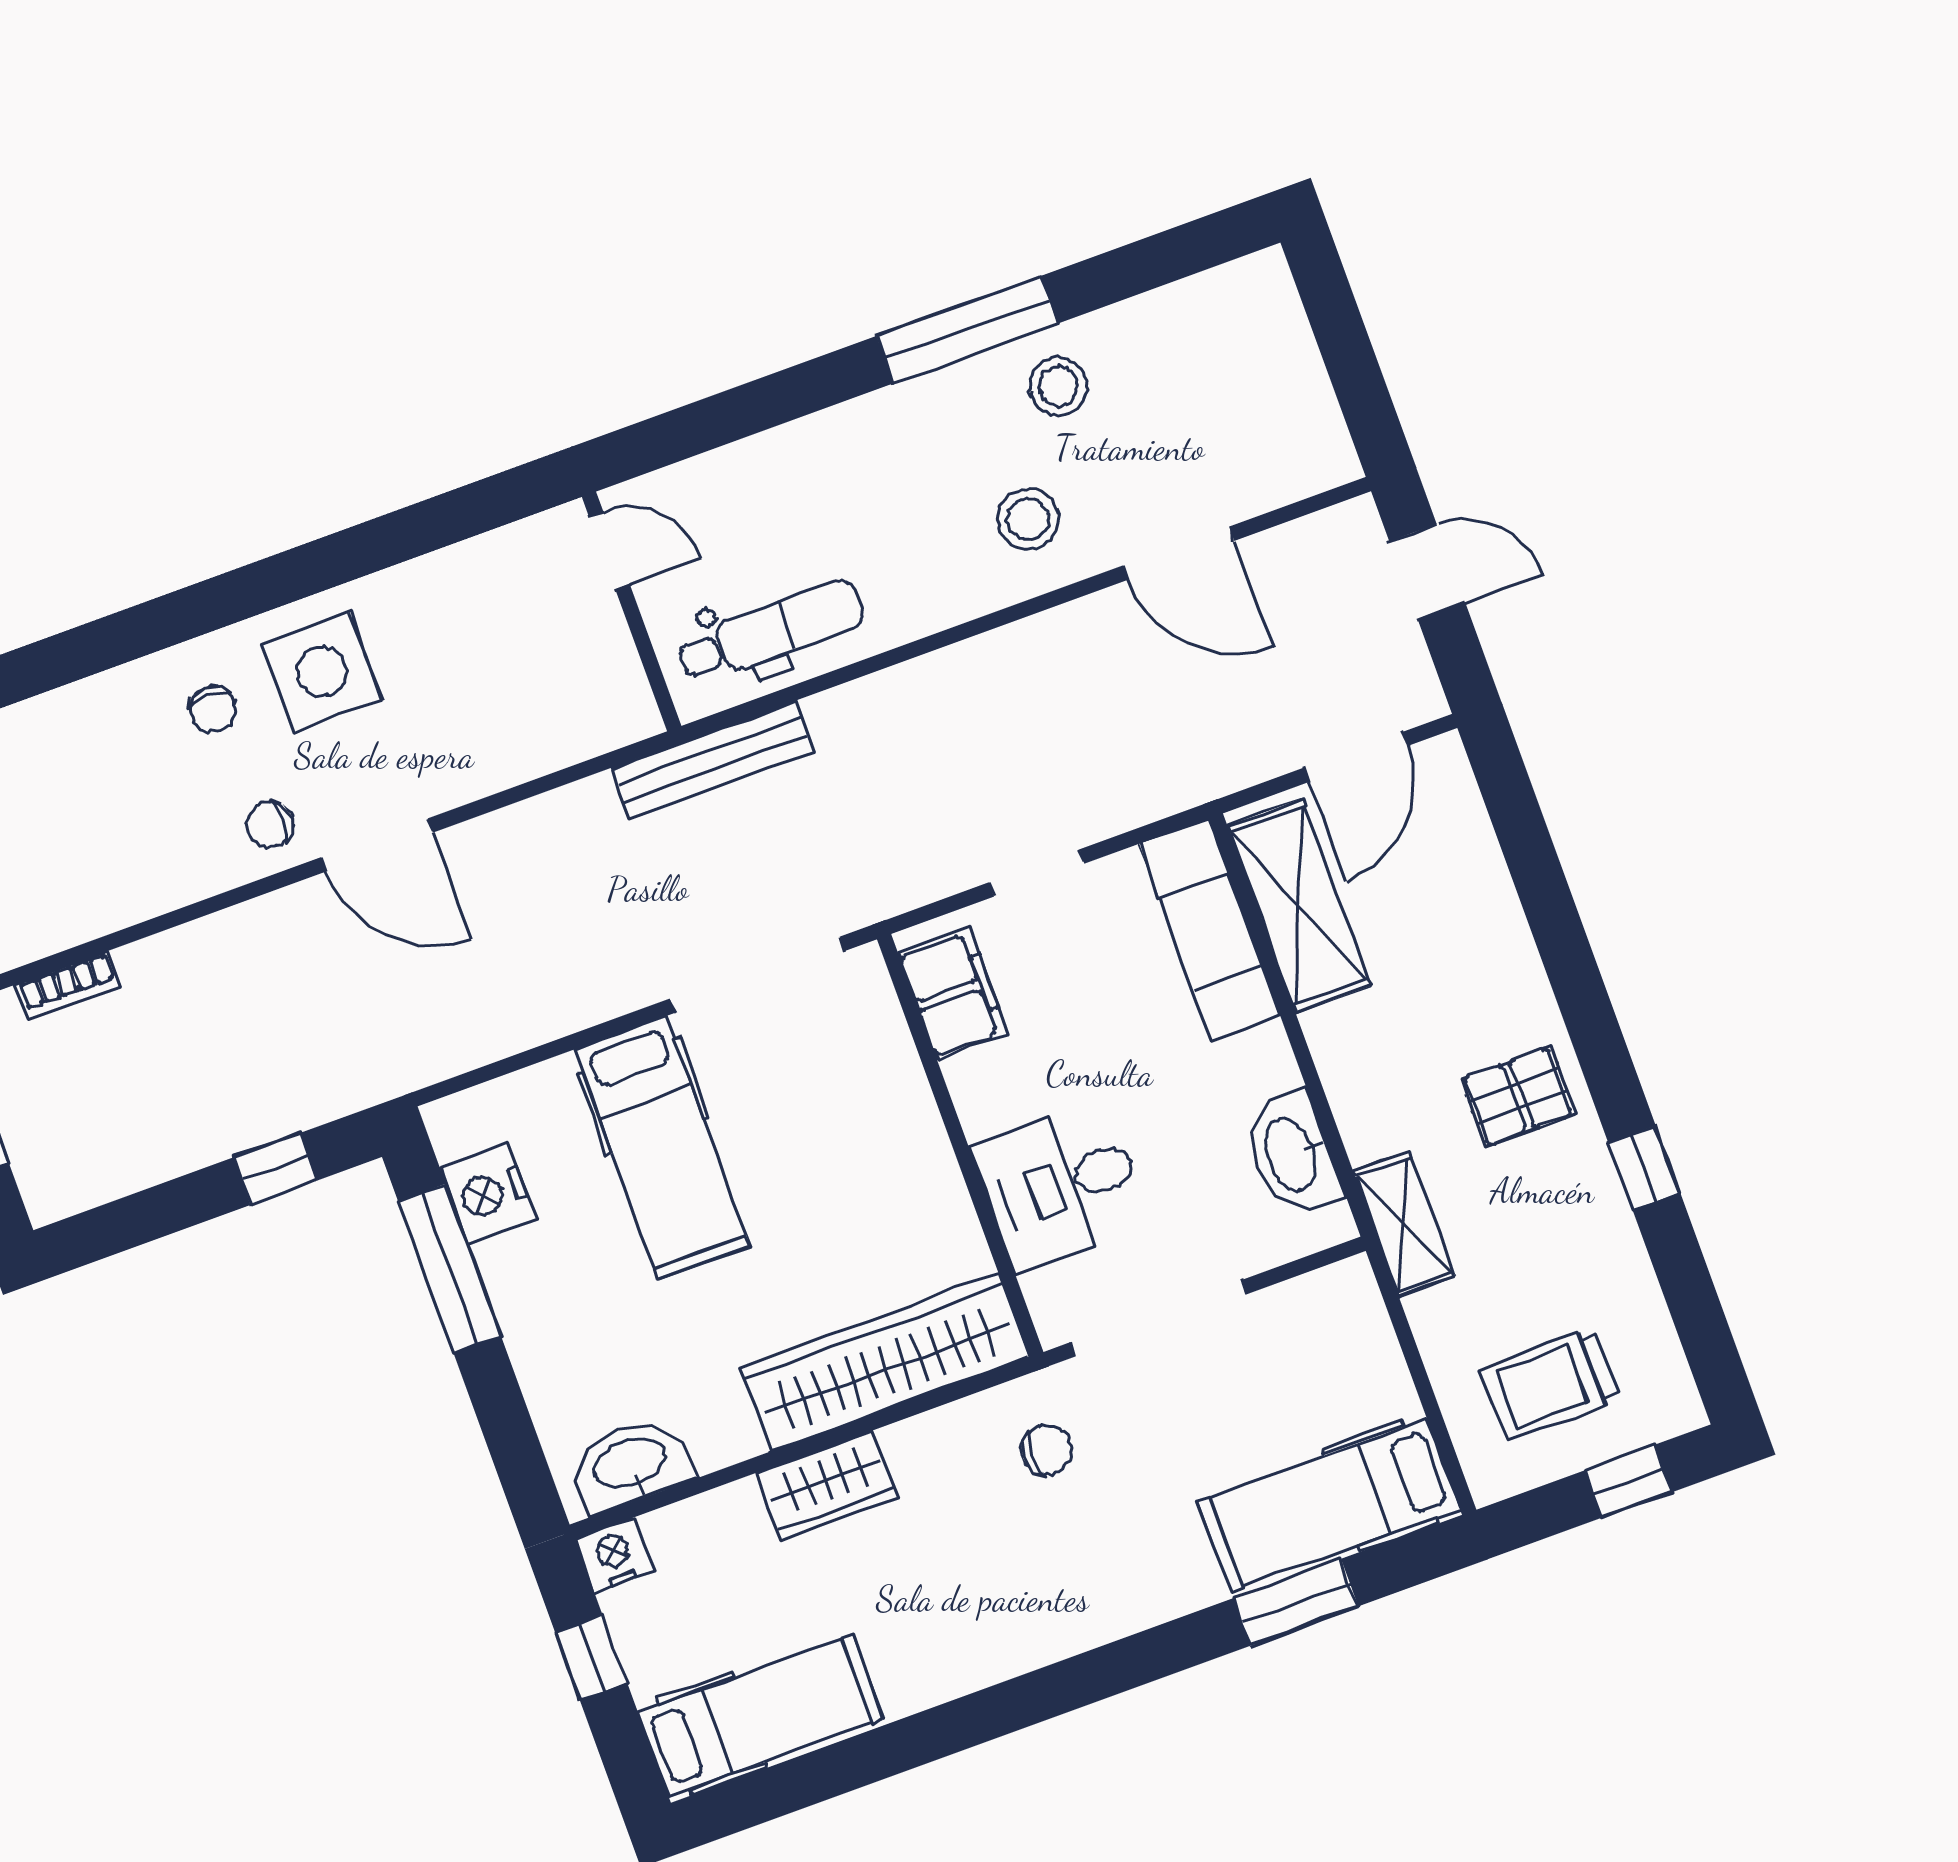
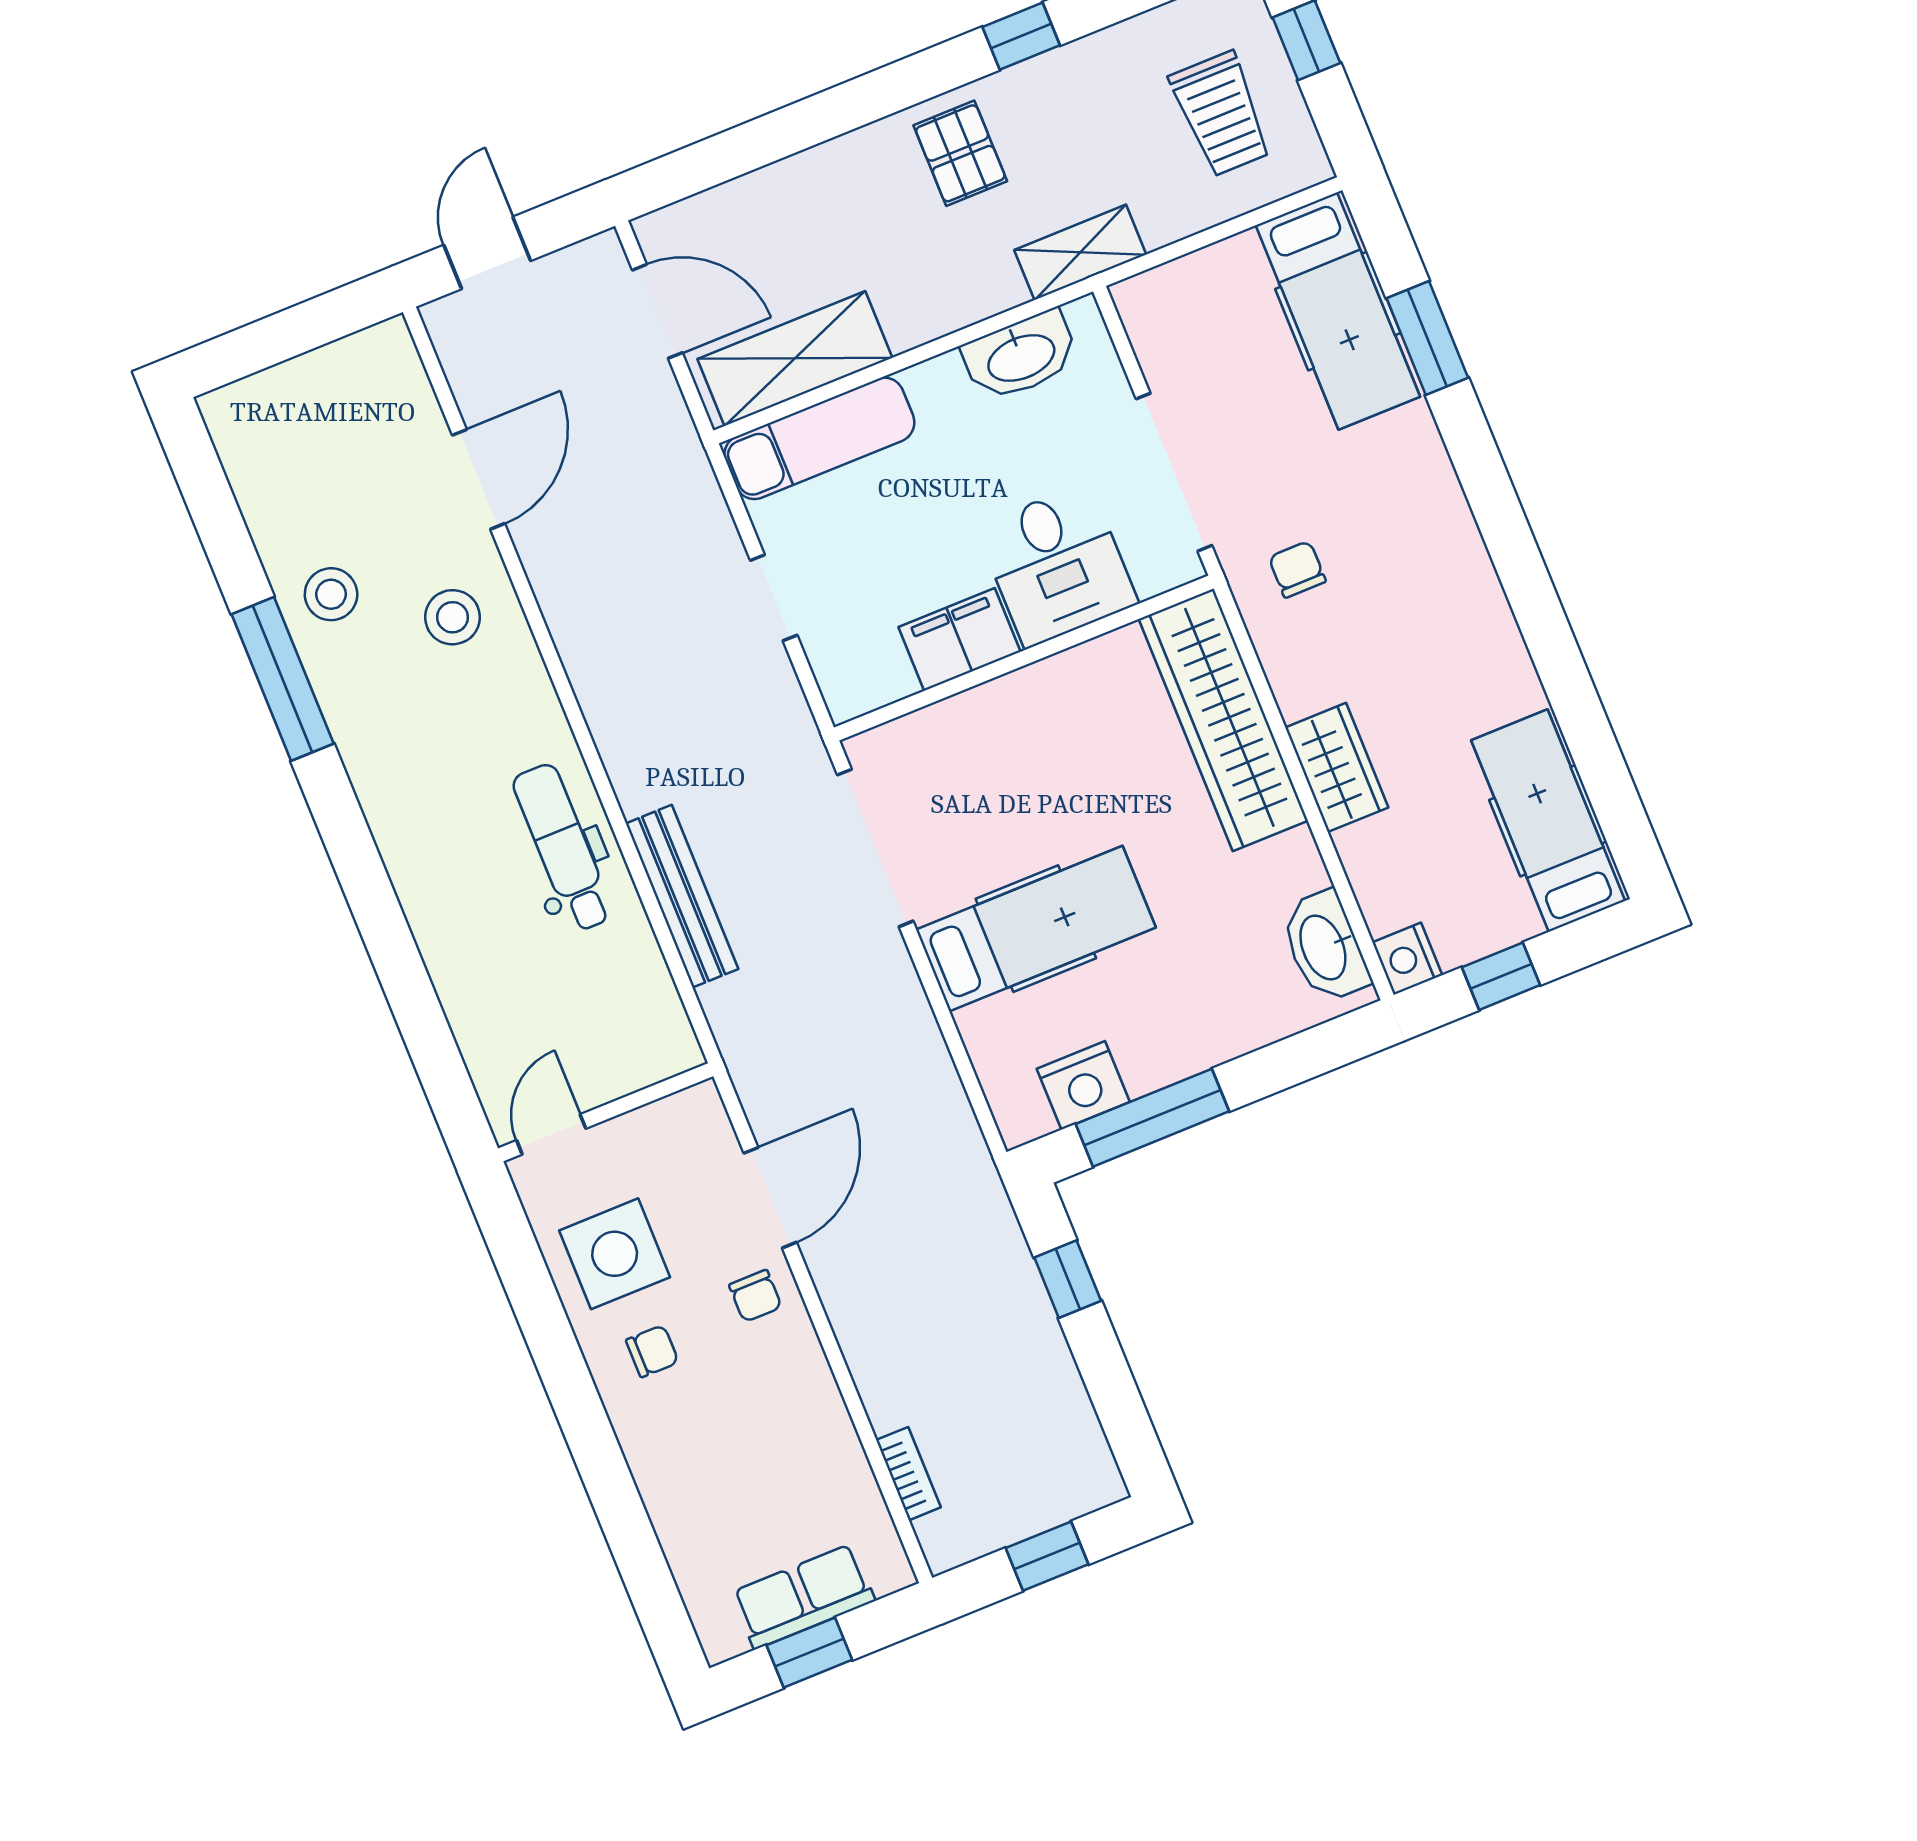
door: (609, 551) -> (551, 1134), moved
wall: (632, 611) -> (606, 1112), moved
filing cabinet: (953, 994) -> (959, 639), moved

